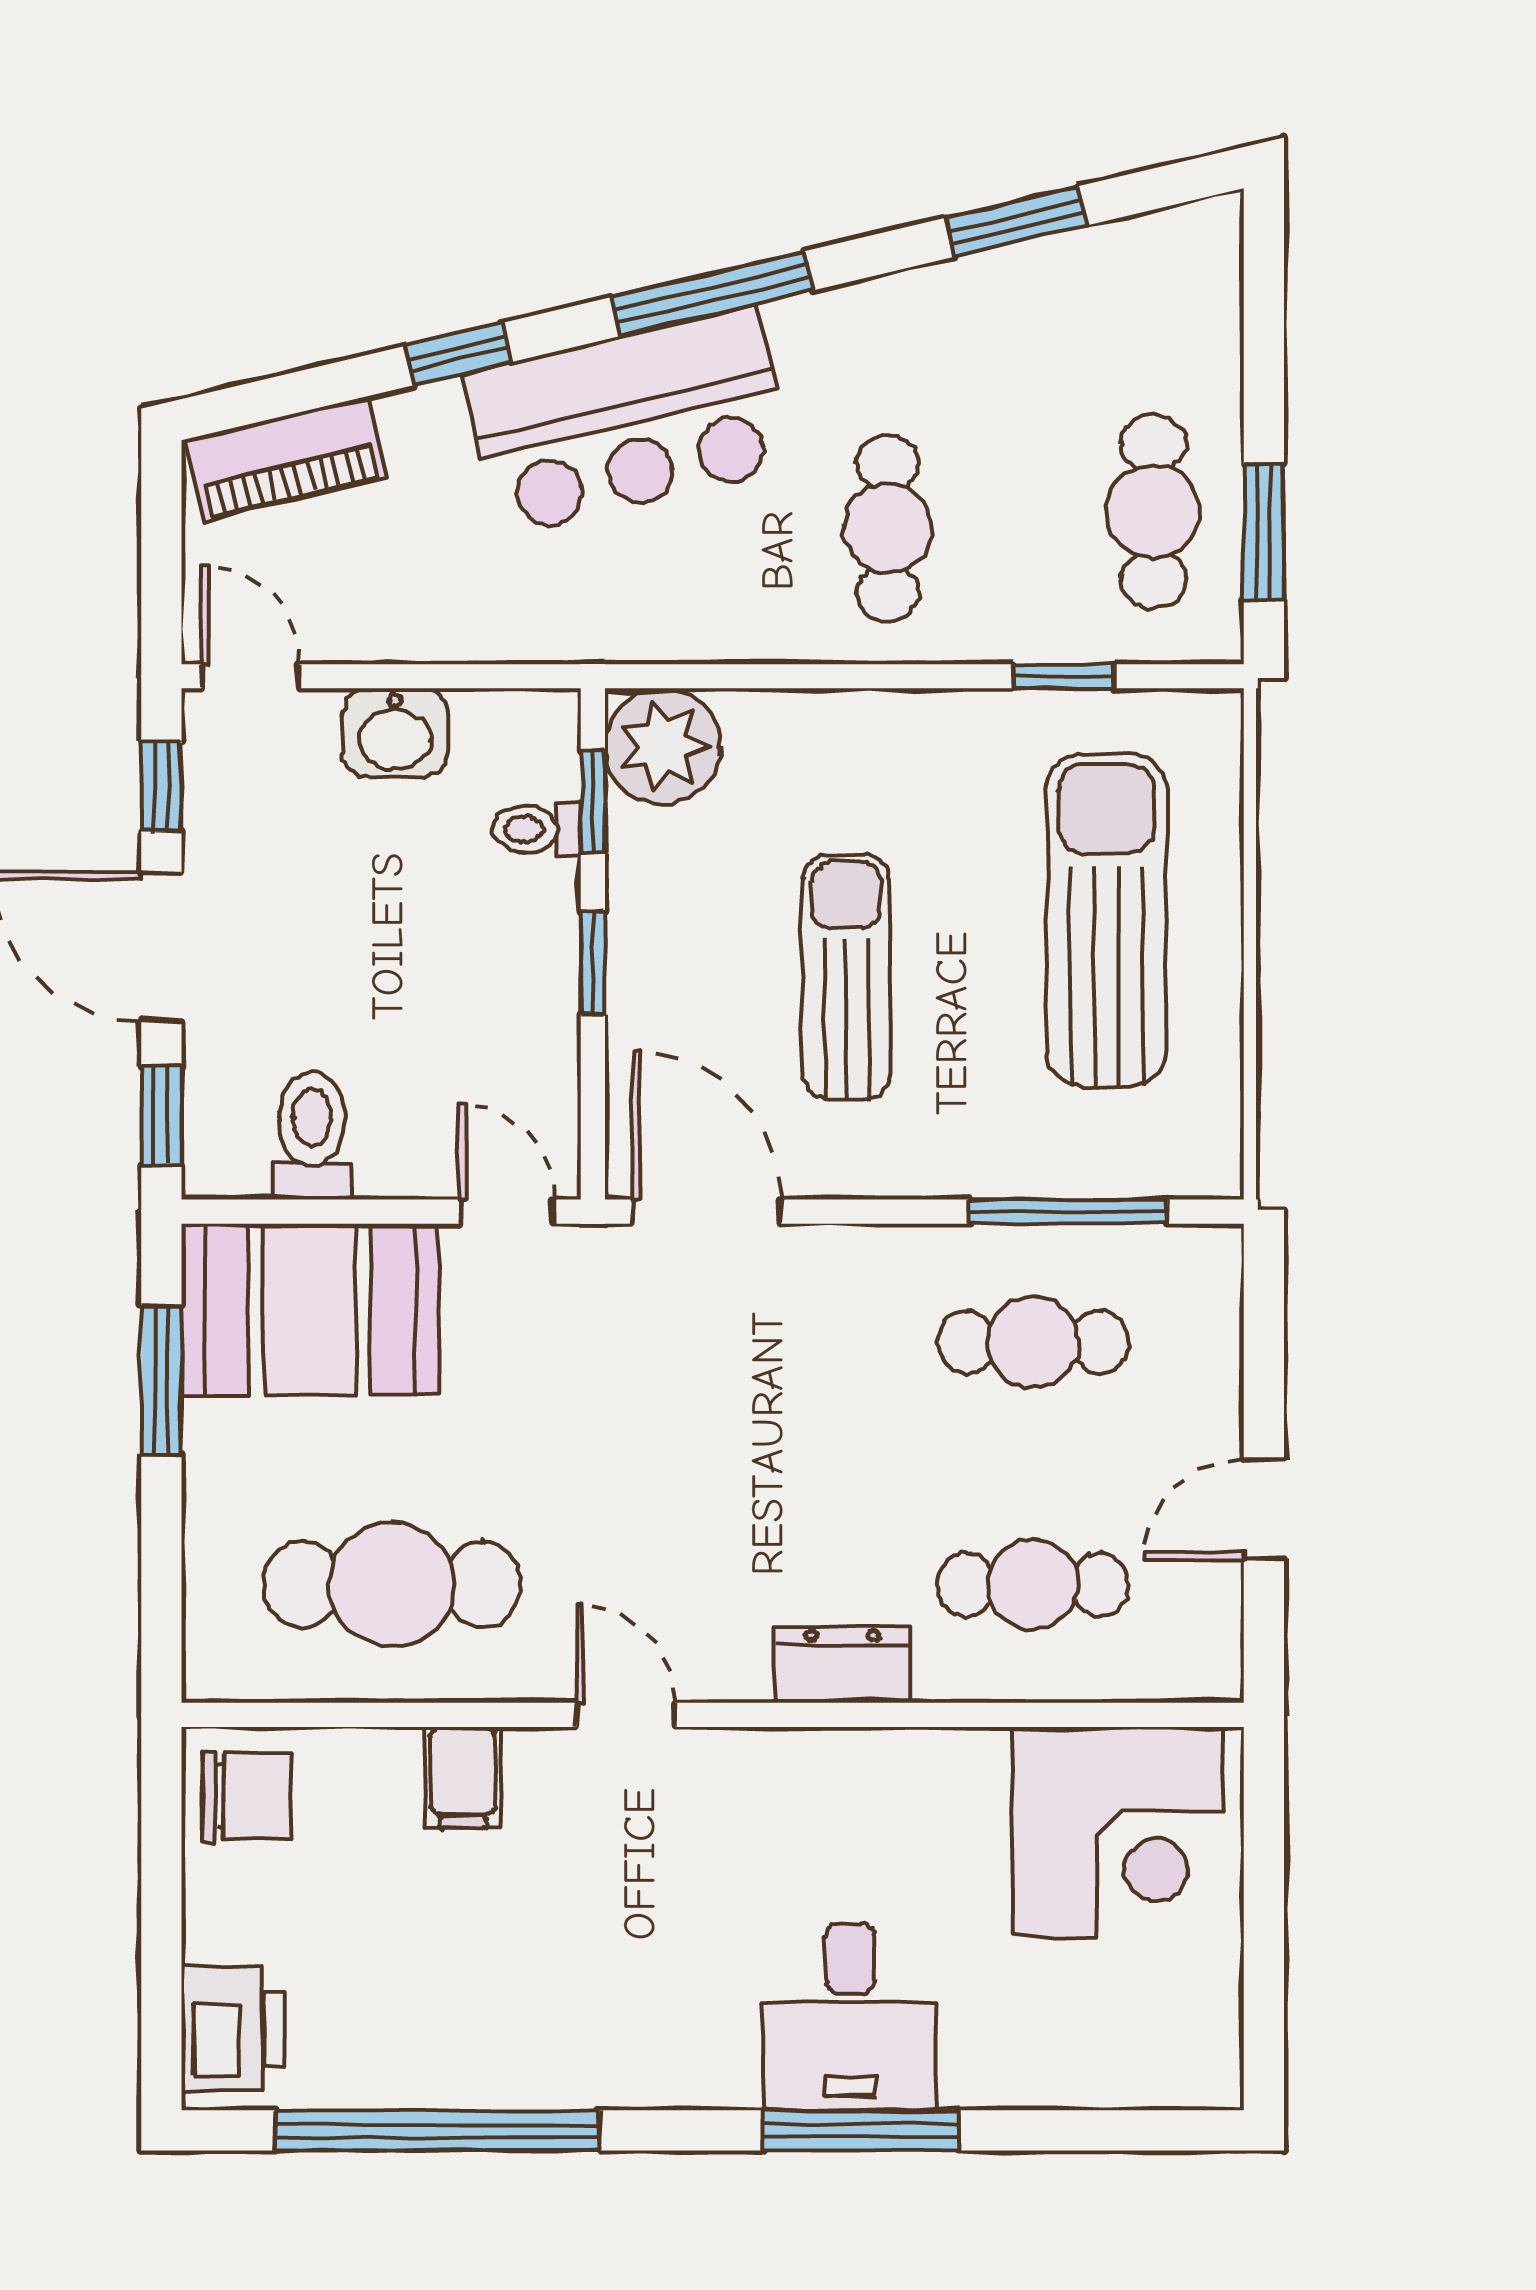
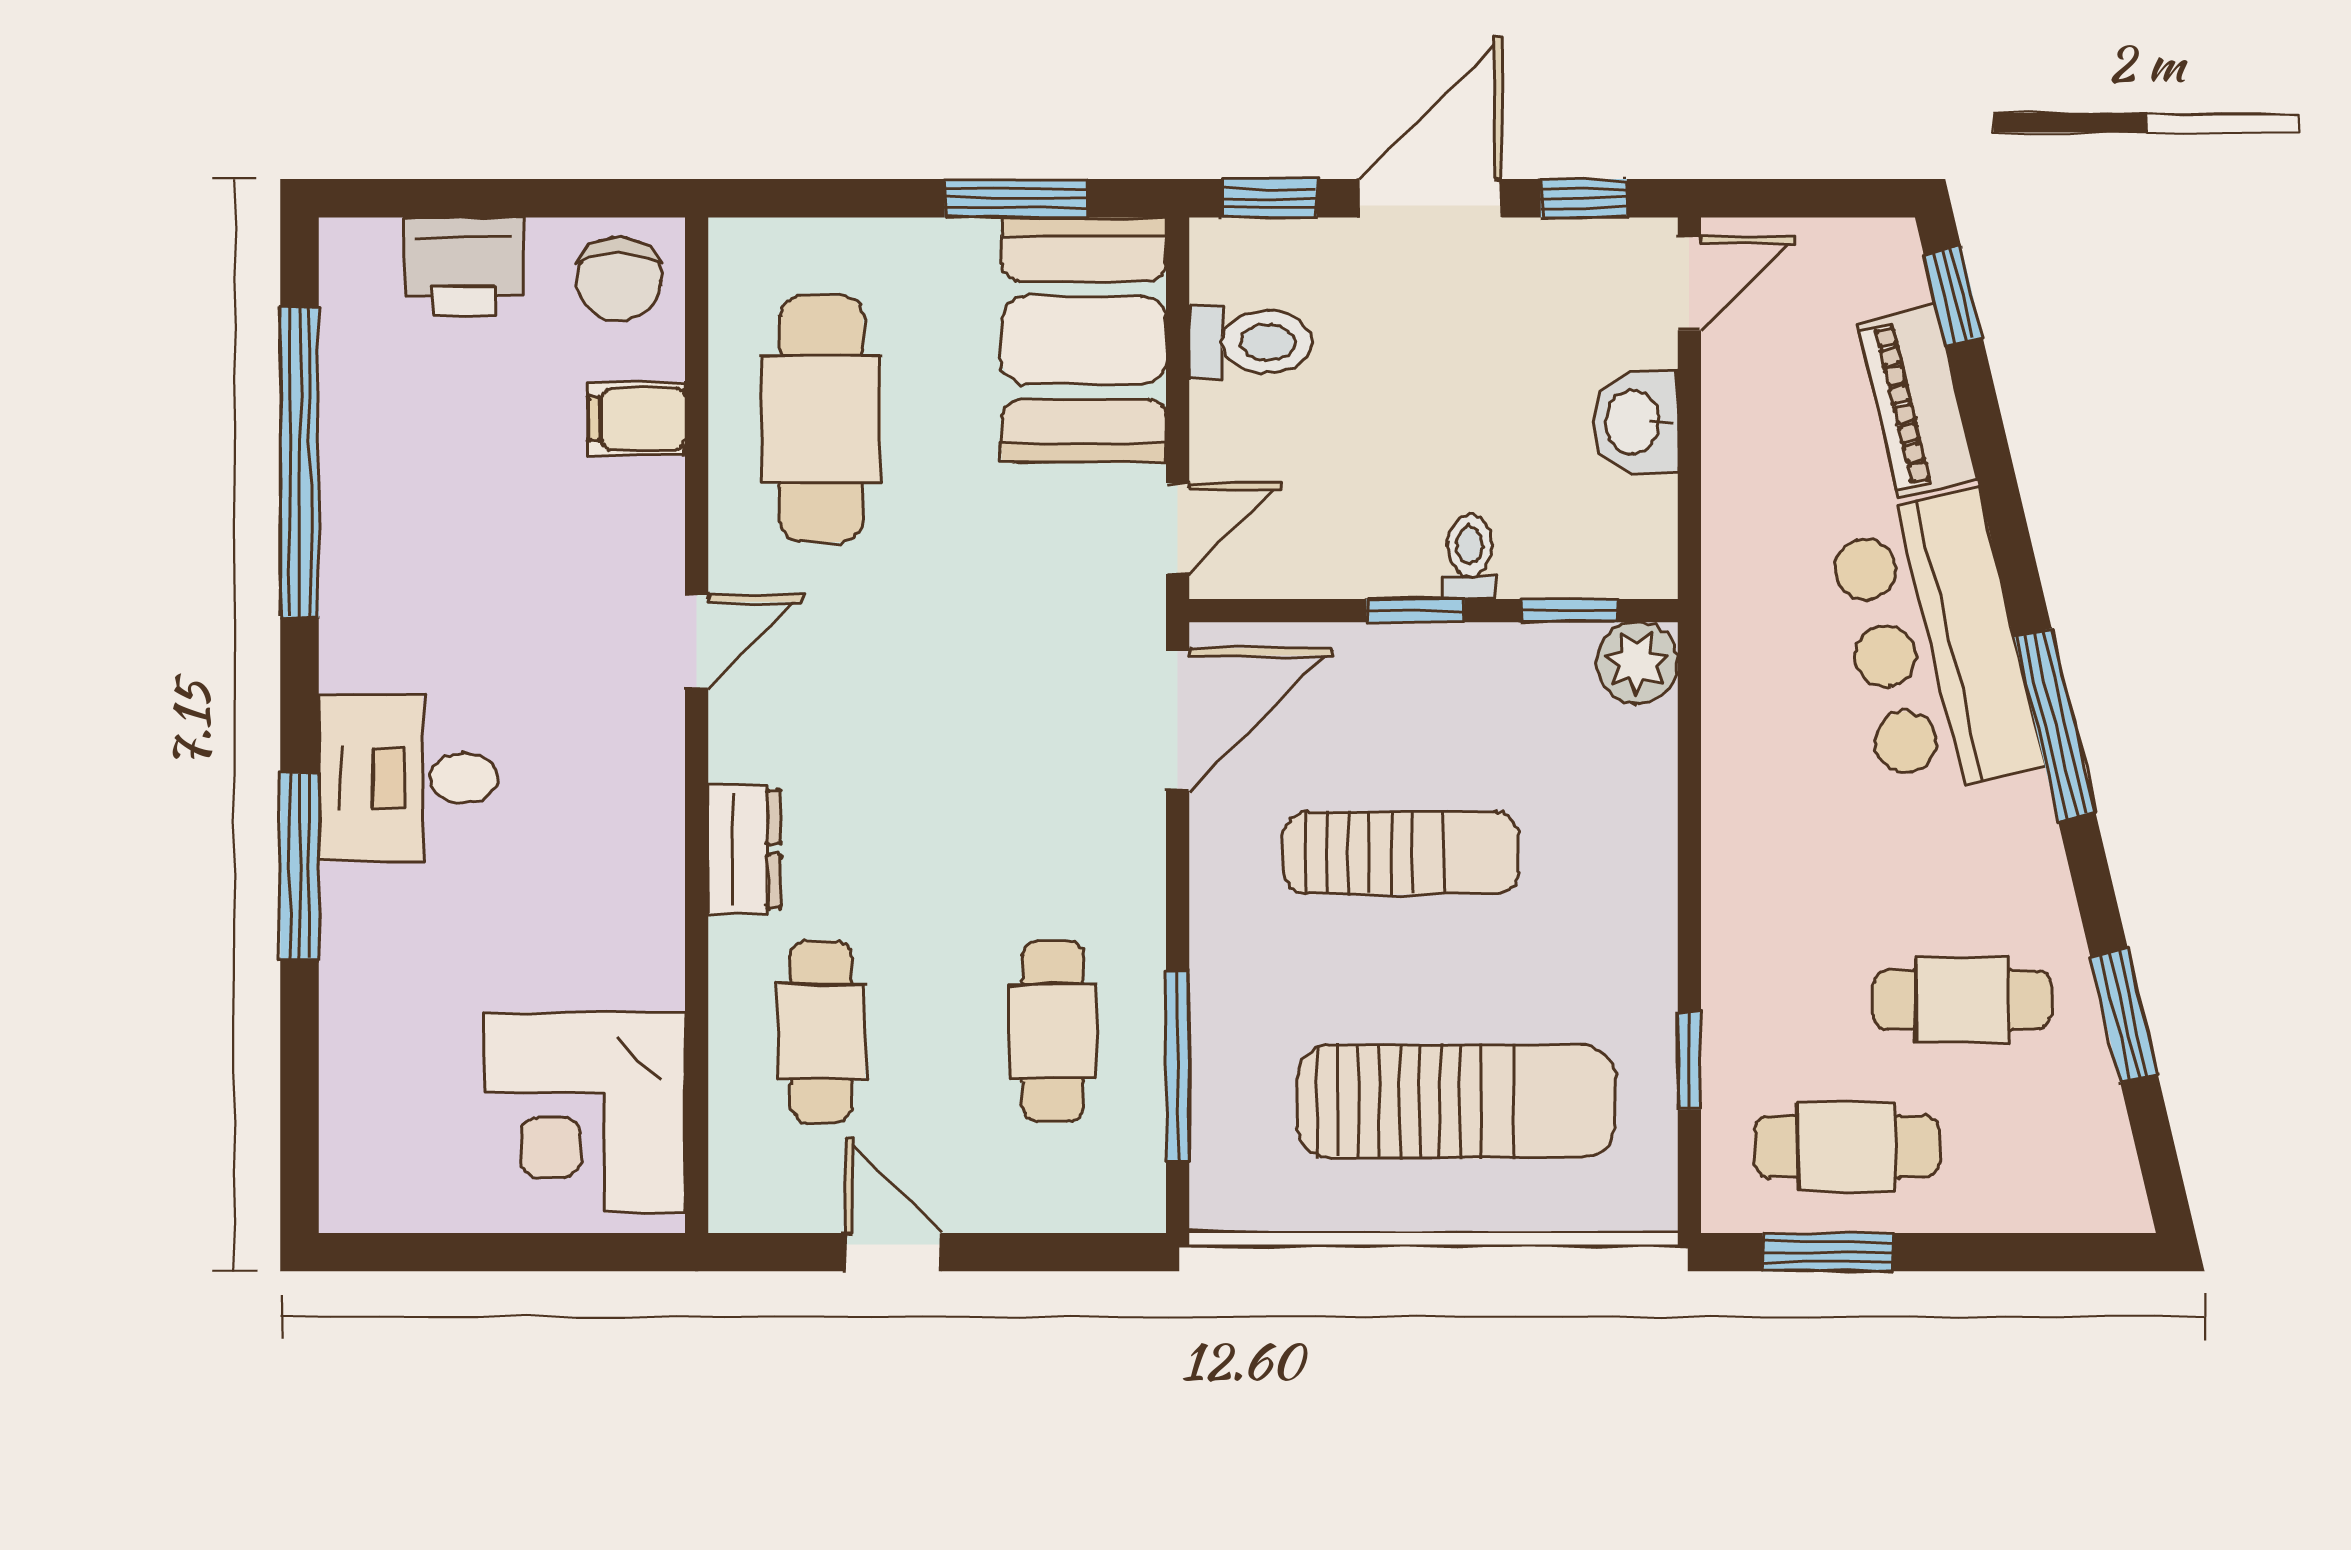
window: (458, 354) -> (1953, 296), moved
piano: (285, 459) -> (1917, 401), moved
cafe table: (888, 528) -> (1962, 1000), moved
plant: (663, 746) -> (1637, 663), width x0.73, depth x0.73
toilet: (537, 829) -> (1470, 557), moved
filing cabinet: (463, 1778) -> (637, 419), moved
desk: (850, 2017) -> (408, 778), moved
printer: (233, 2029) -> (464, 266), moved

